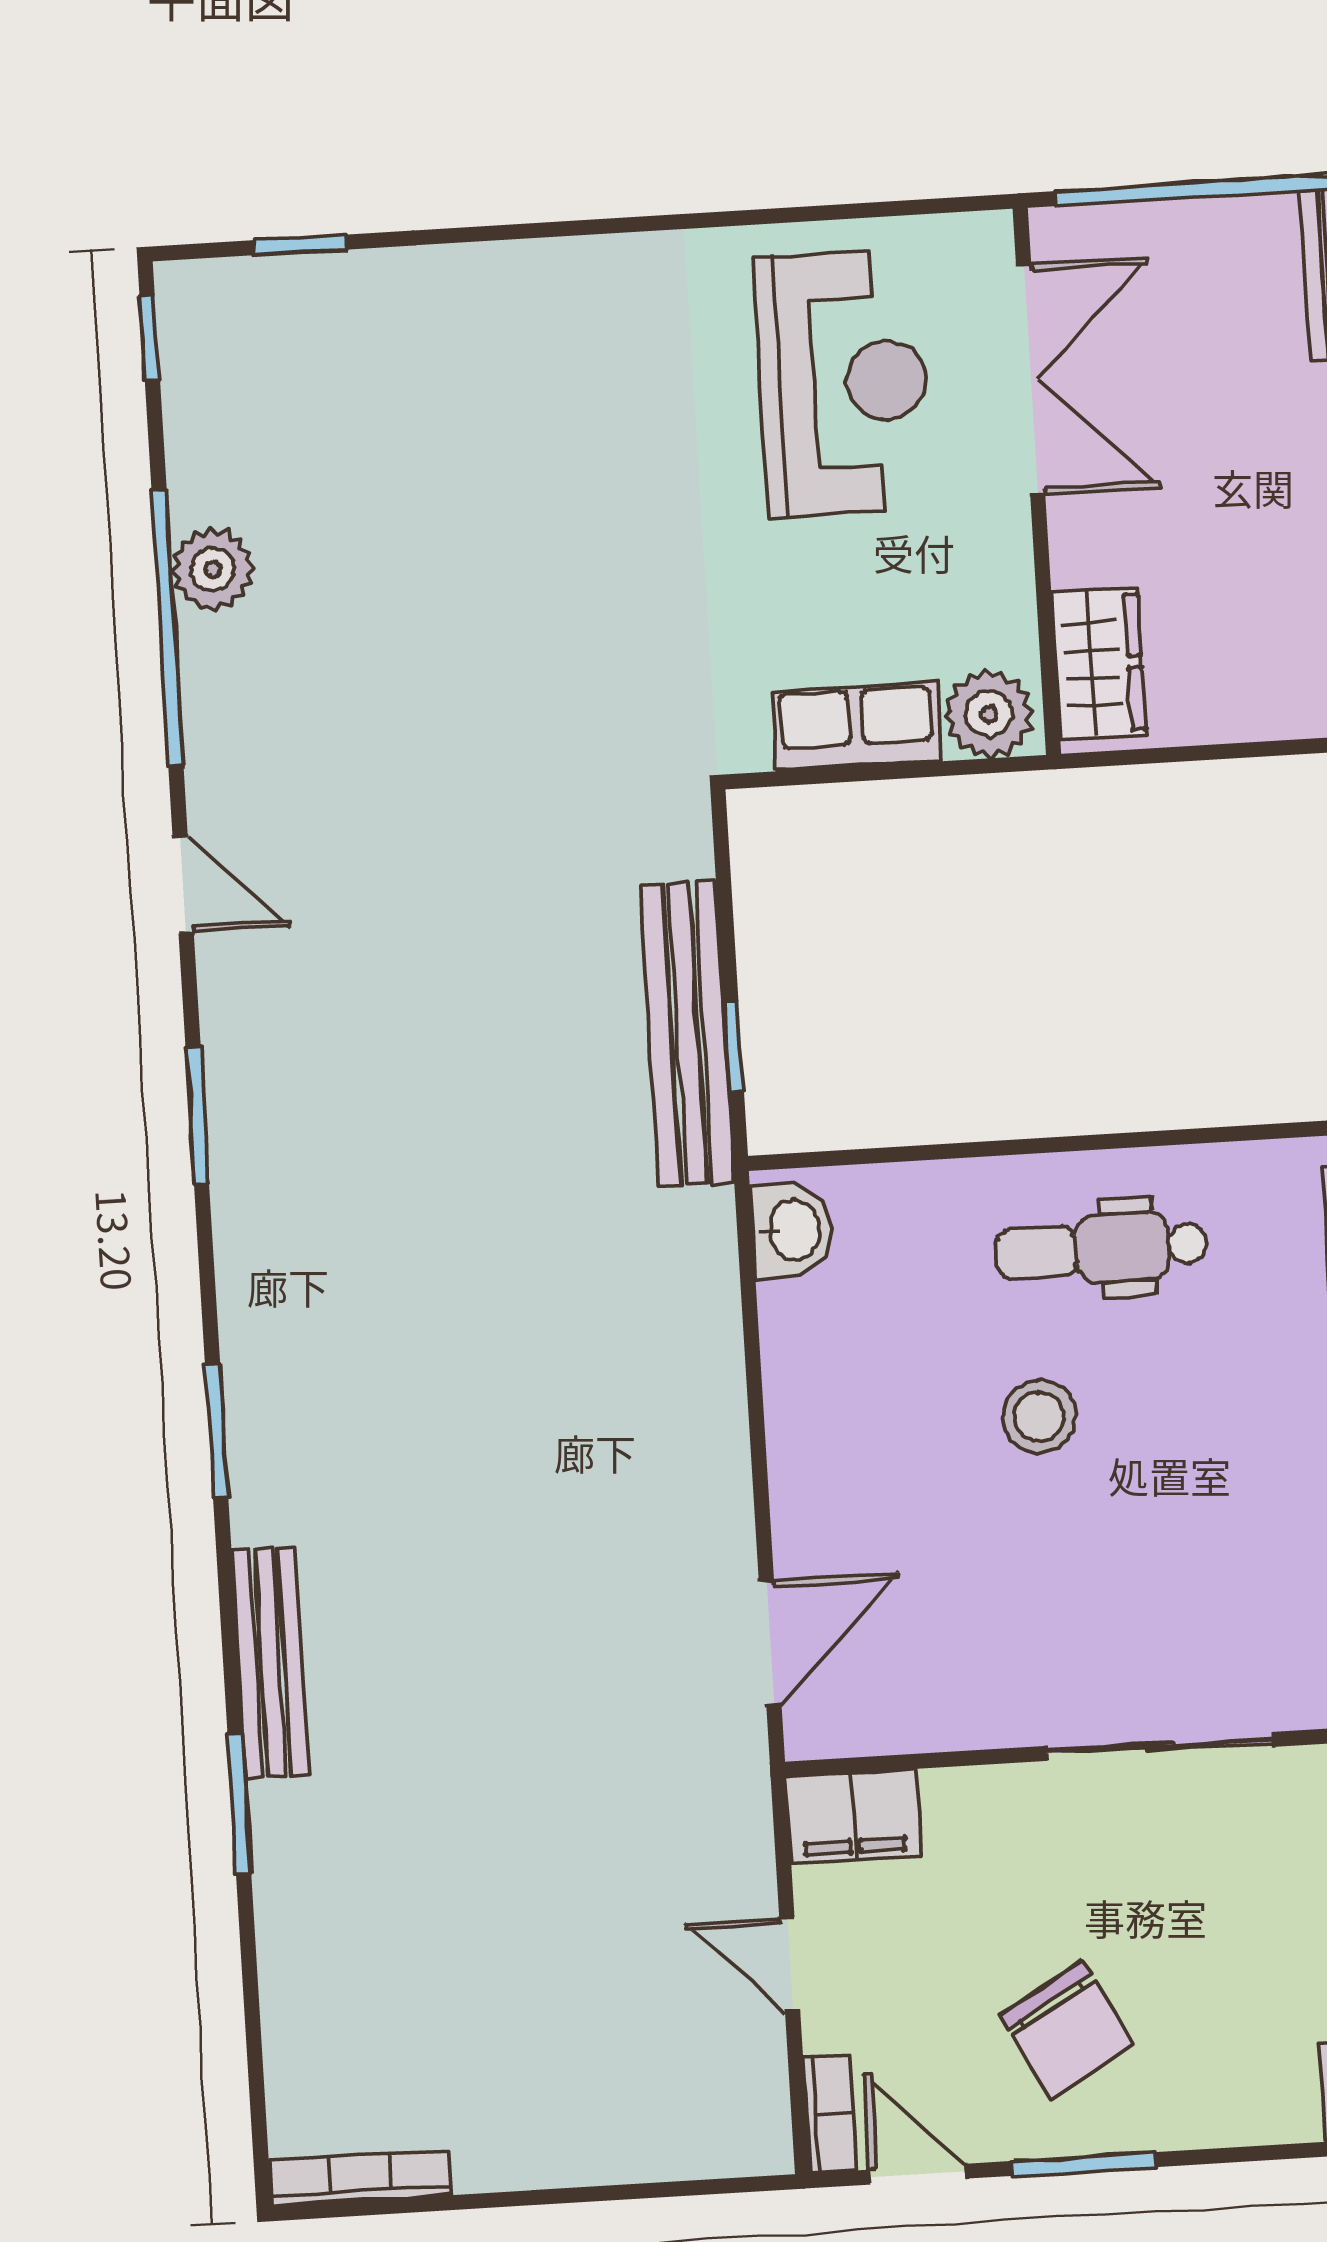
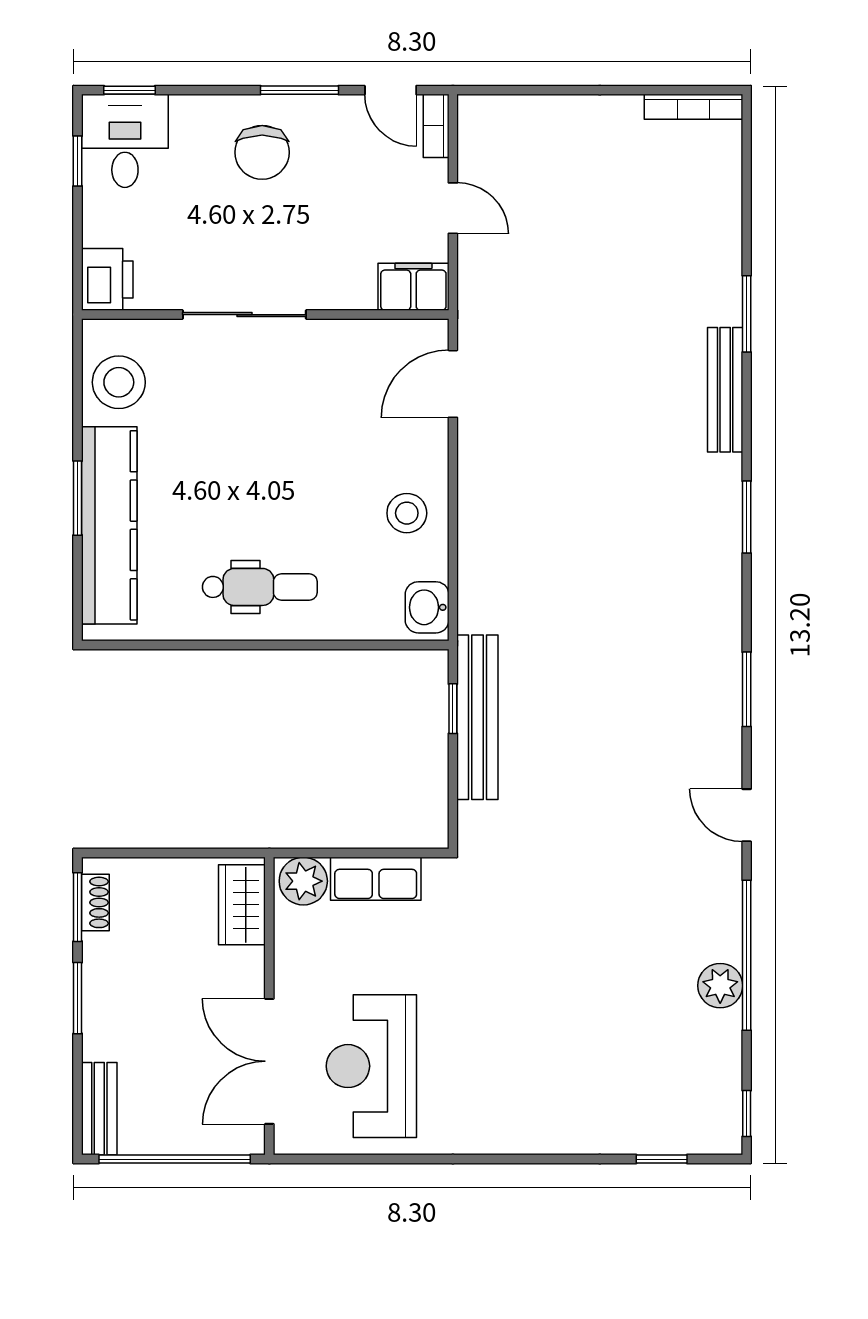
stool: (1039, 1417) -> (407, 513), moved
chair: (1068, 2029) -> (262, 152), moved, turned -151

